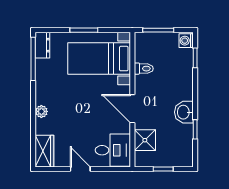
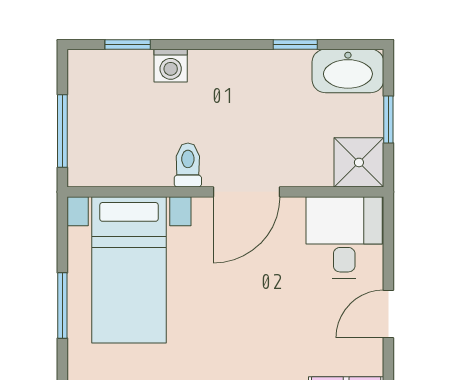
washing machine: (186, 41) -> (171, 66), moved
toilet: (144, 69) -> (188, 165), moved
washbasin: (184, 112) -> (348, 71), moved, width x1.38
shower: (145, 140) -> (359, 162), moved

